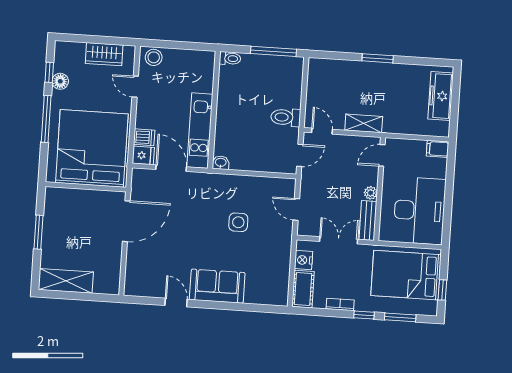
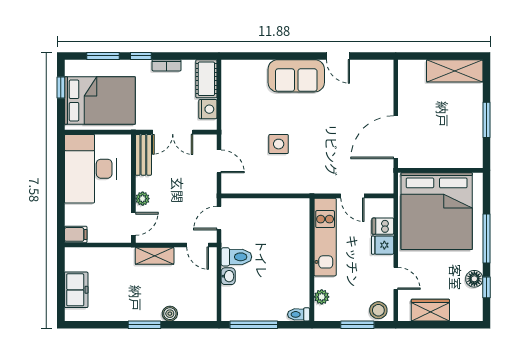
window: (175, 45) -> (357, 325), added
boiler: (353, 67) -> (170, 314), added
plant: (207, 74) -> (322, 297), added
freezer: (441, 96) -> (76, 290), width x0.71
fridge: (143, 155) -> (383, 245), moved
washbasin: (221, 163) -> (228, 276), moved, turned -90
door: (171, 168) -> (352, 196), width x0.73
plant: (371, 193) -> (143, 199), moved

